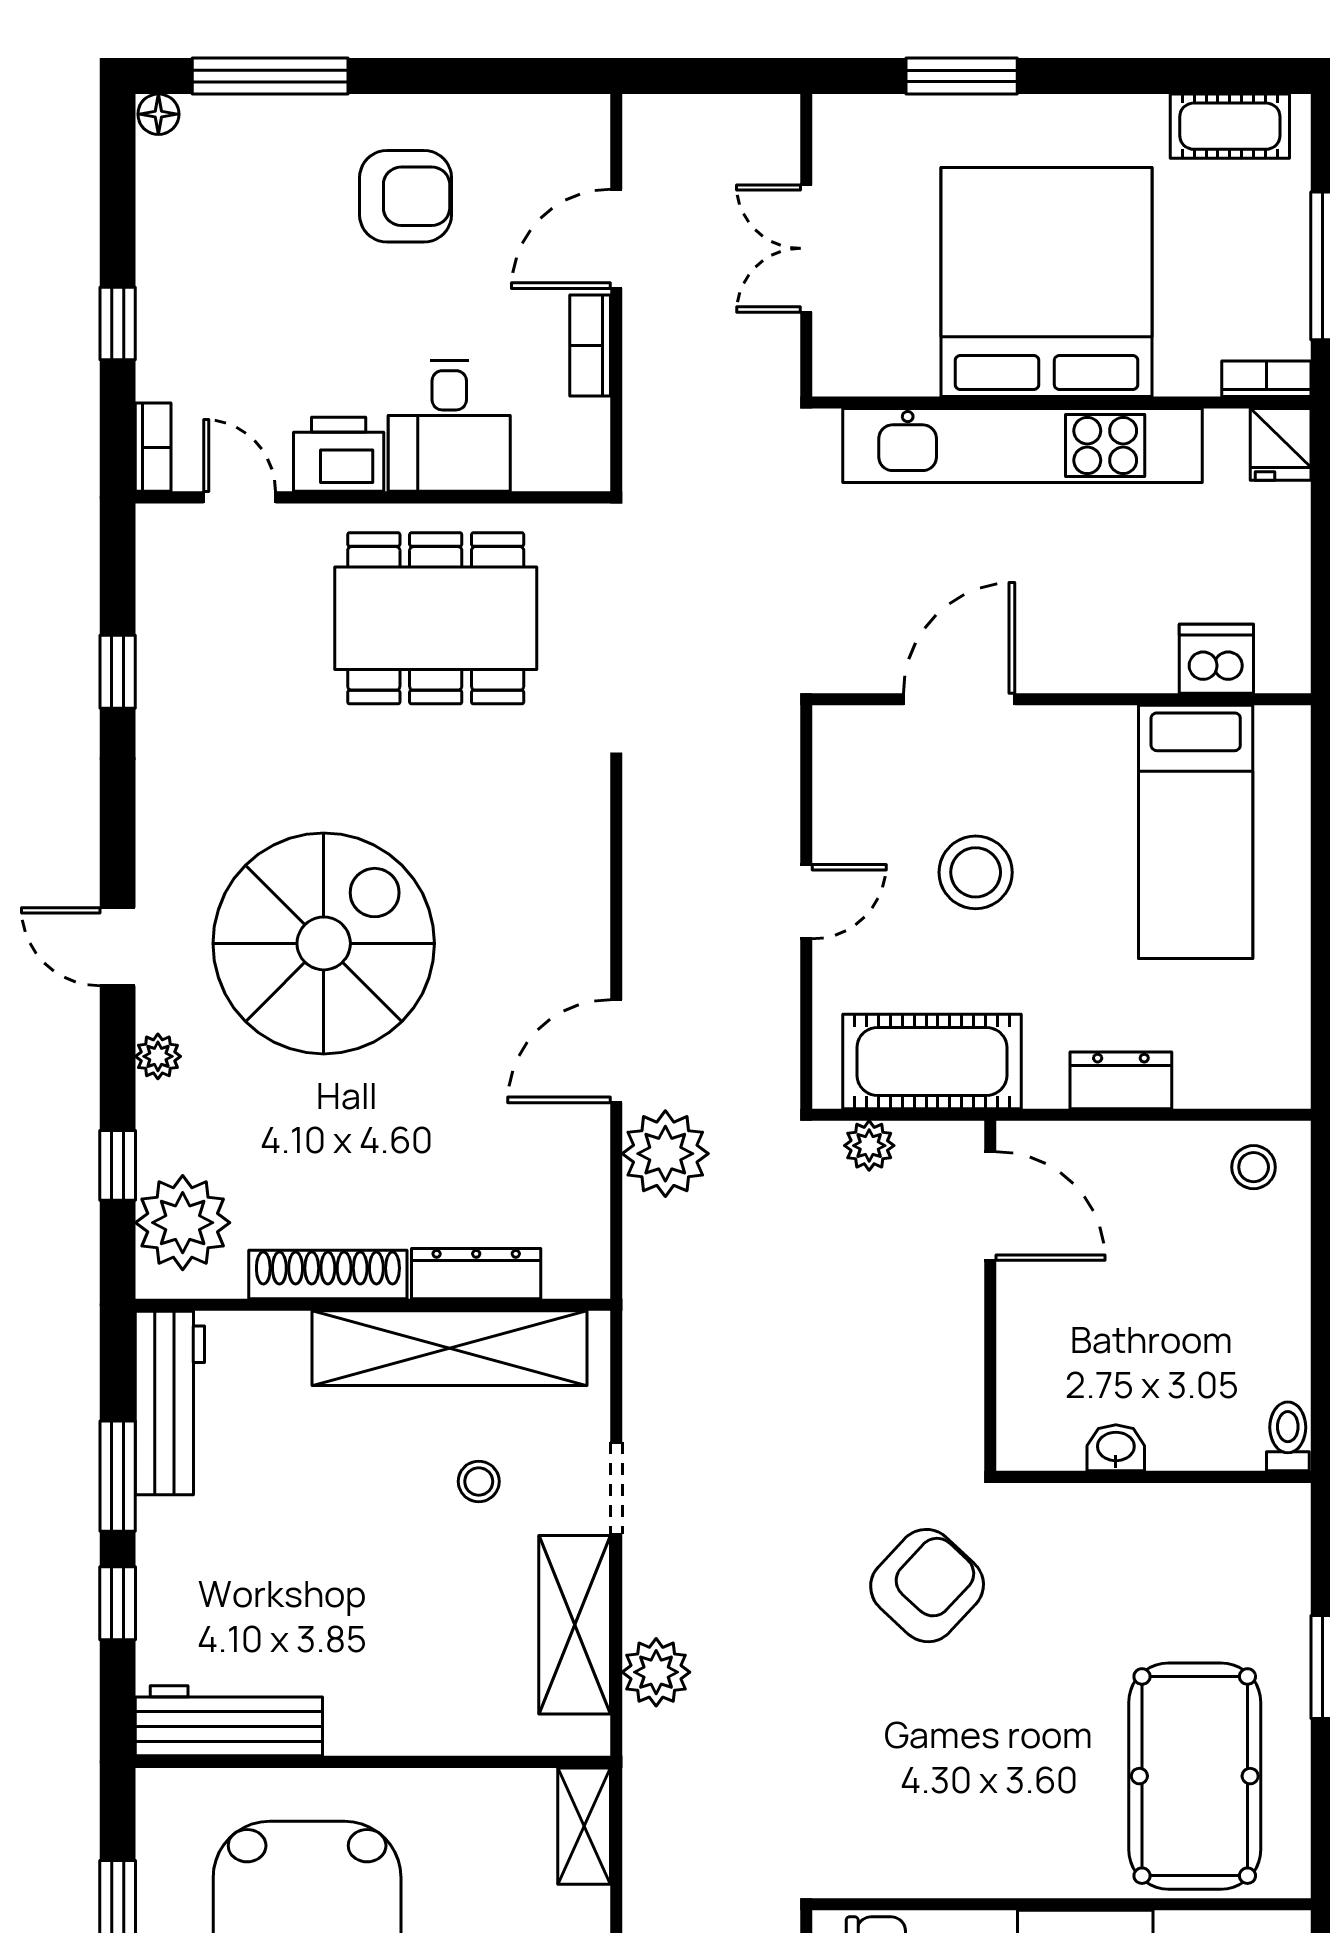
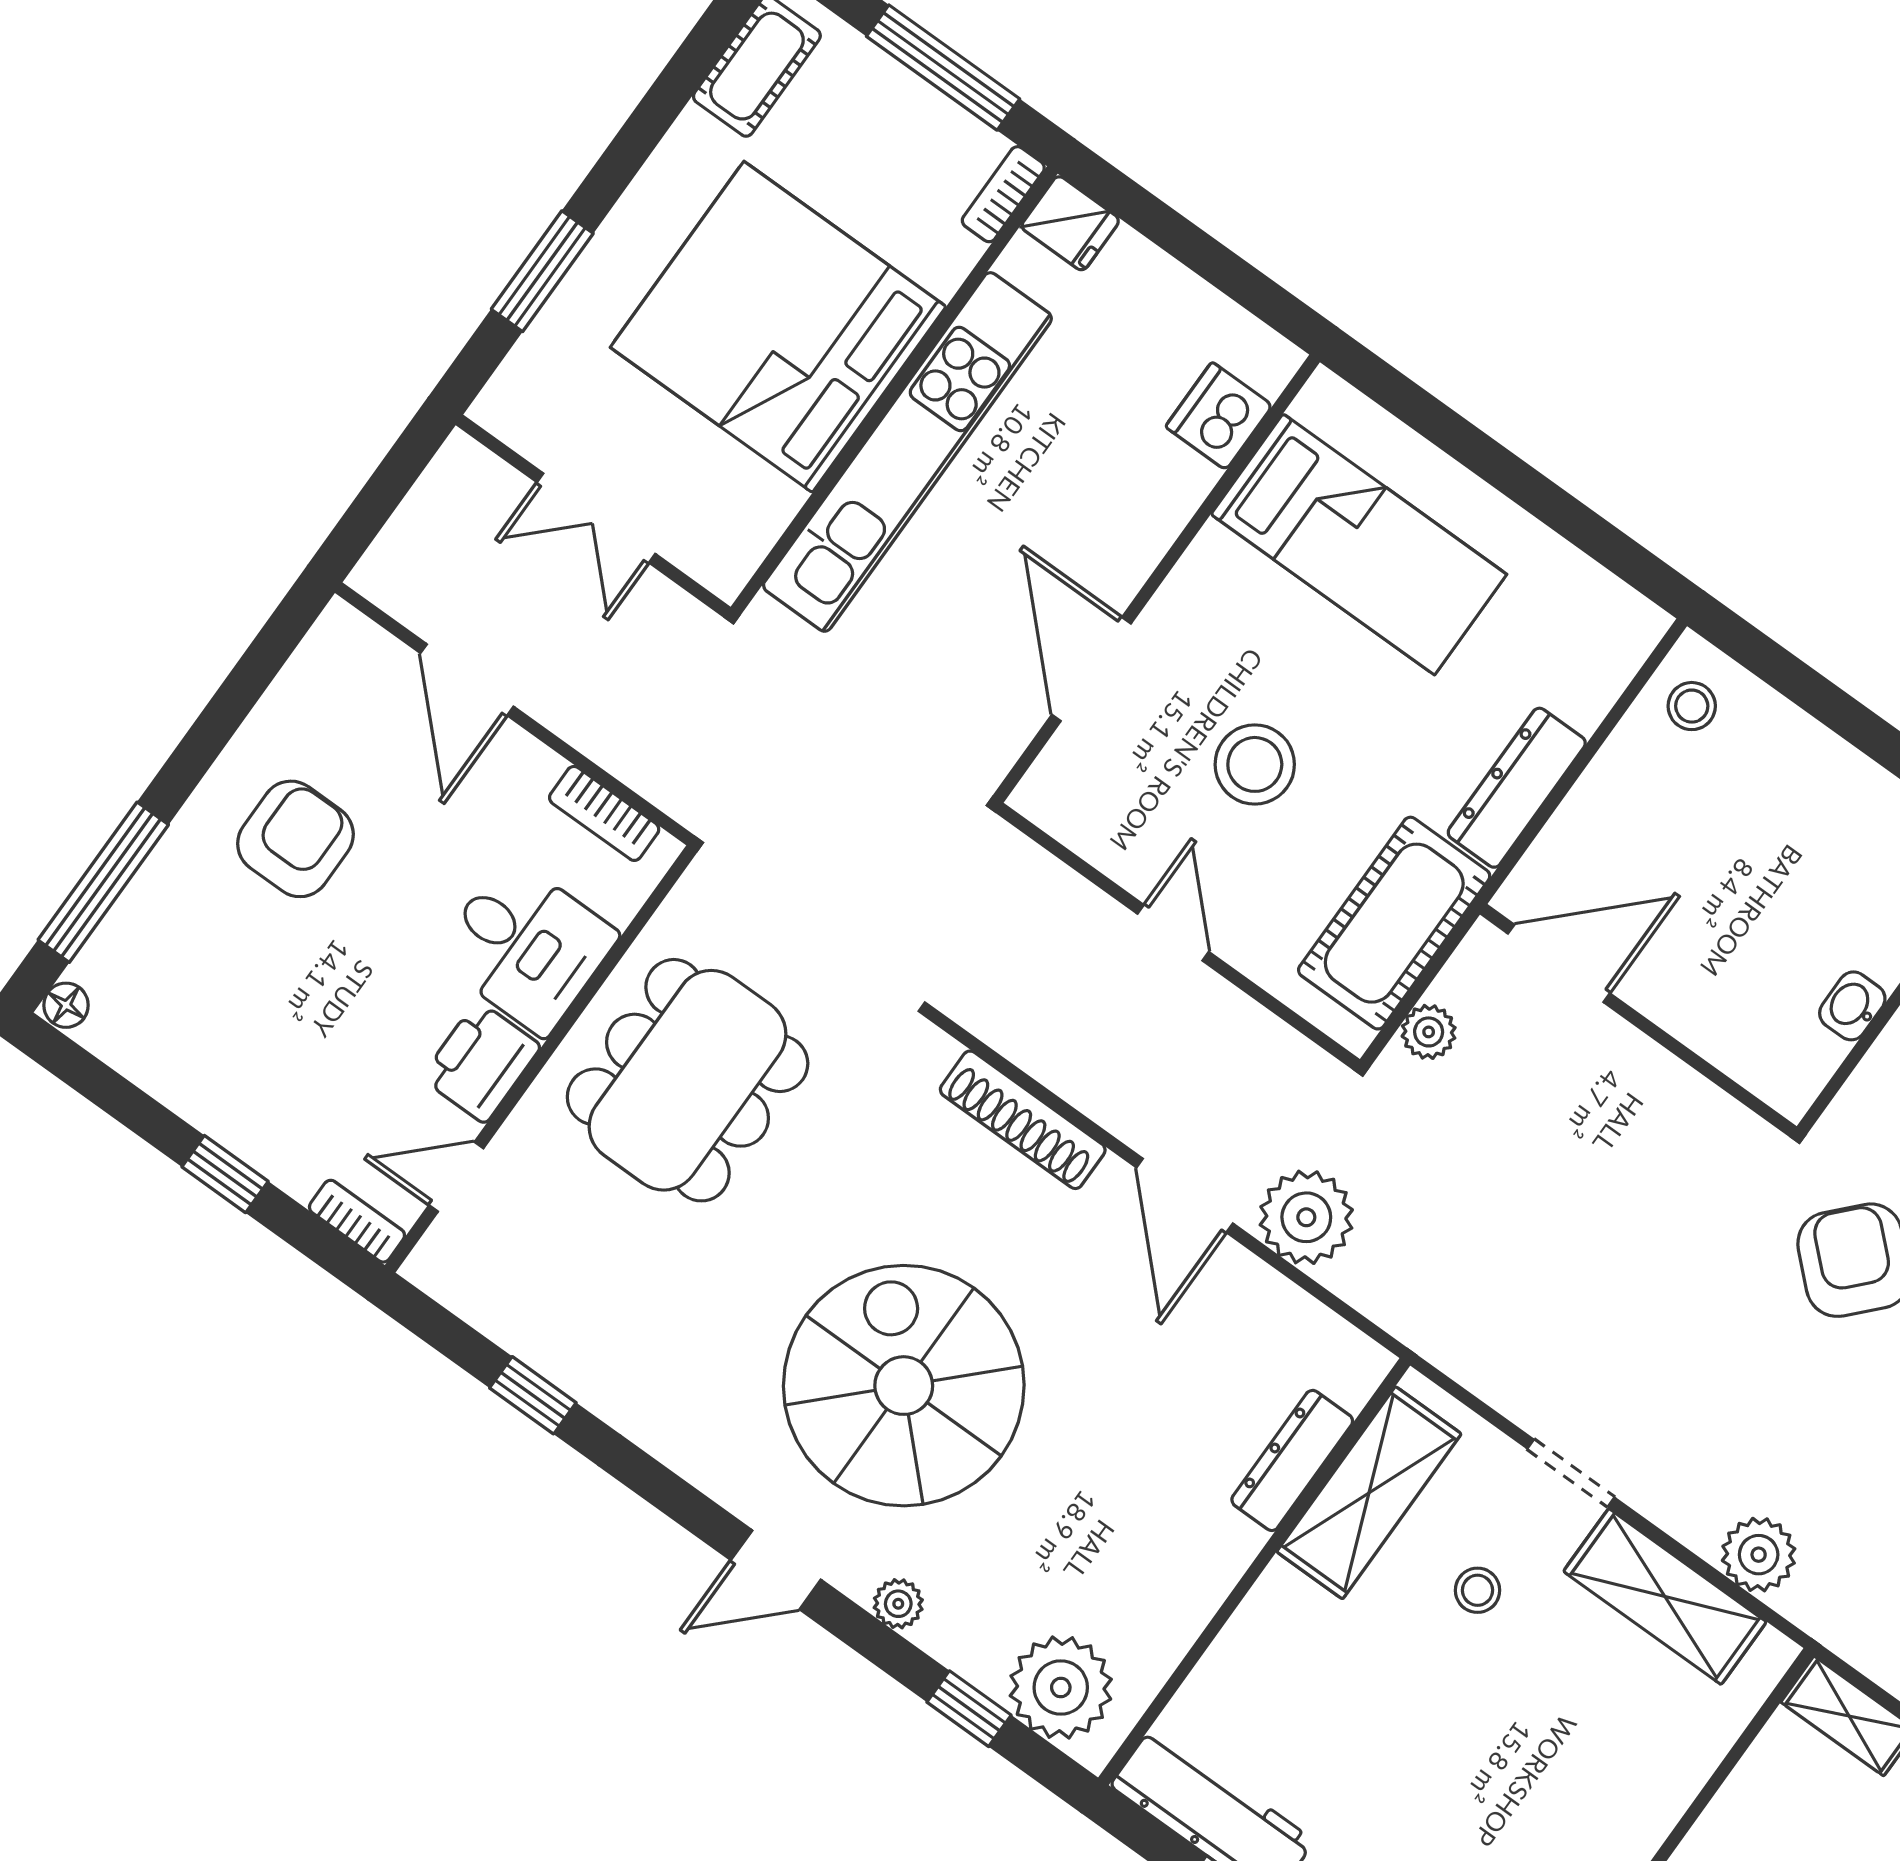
bookcase: (590, 346) -> (604, 813), moved
dresser: (1121, 1080) -> (1517, 788), width x1.44
shoe rack: (328, 1274) -> (1023, 1120), moved, turned -90
shelving: (449, 1348) -> (1369, 1493), width x0.68

